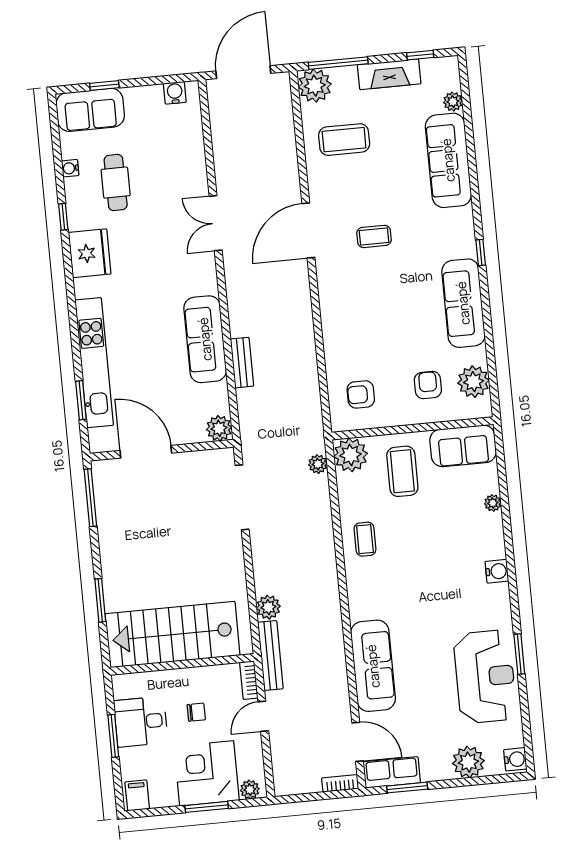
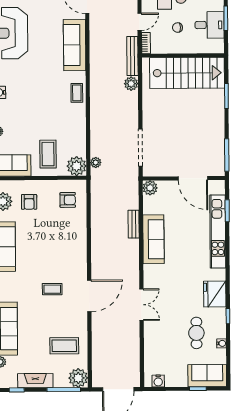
coffee table: (365, 539) -> (77, 93), moved

